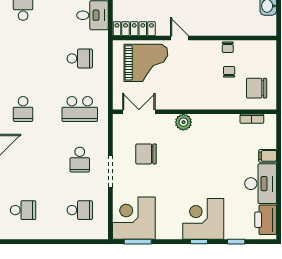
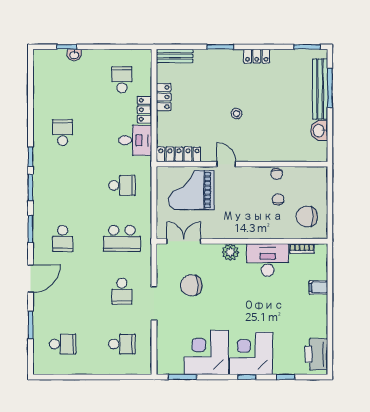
grand piano: (146, 63) -> (191, 190), turned 180
desk: (261, 184) -> (268, 260), moved, turned -90
corner desk: (134, 218) -> (206, 353), moved

